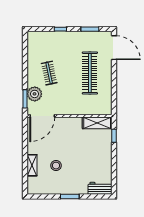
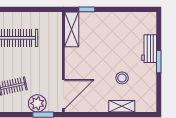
door: (42, 116) -> (63, 94), hinge flipped
workbench: (100, 188) -> (149, 49), moved

